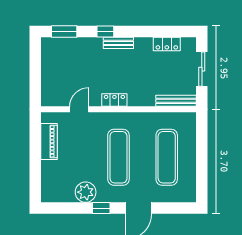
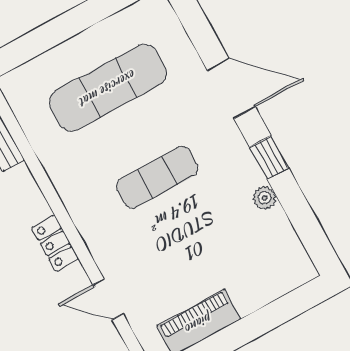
exercise mat: (118, 157) -> (157, 177), width x0.73, depth x0.69
plant: (86, 192) -> (264, 198), width x0.53, depth x0.53

